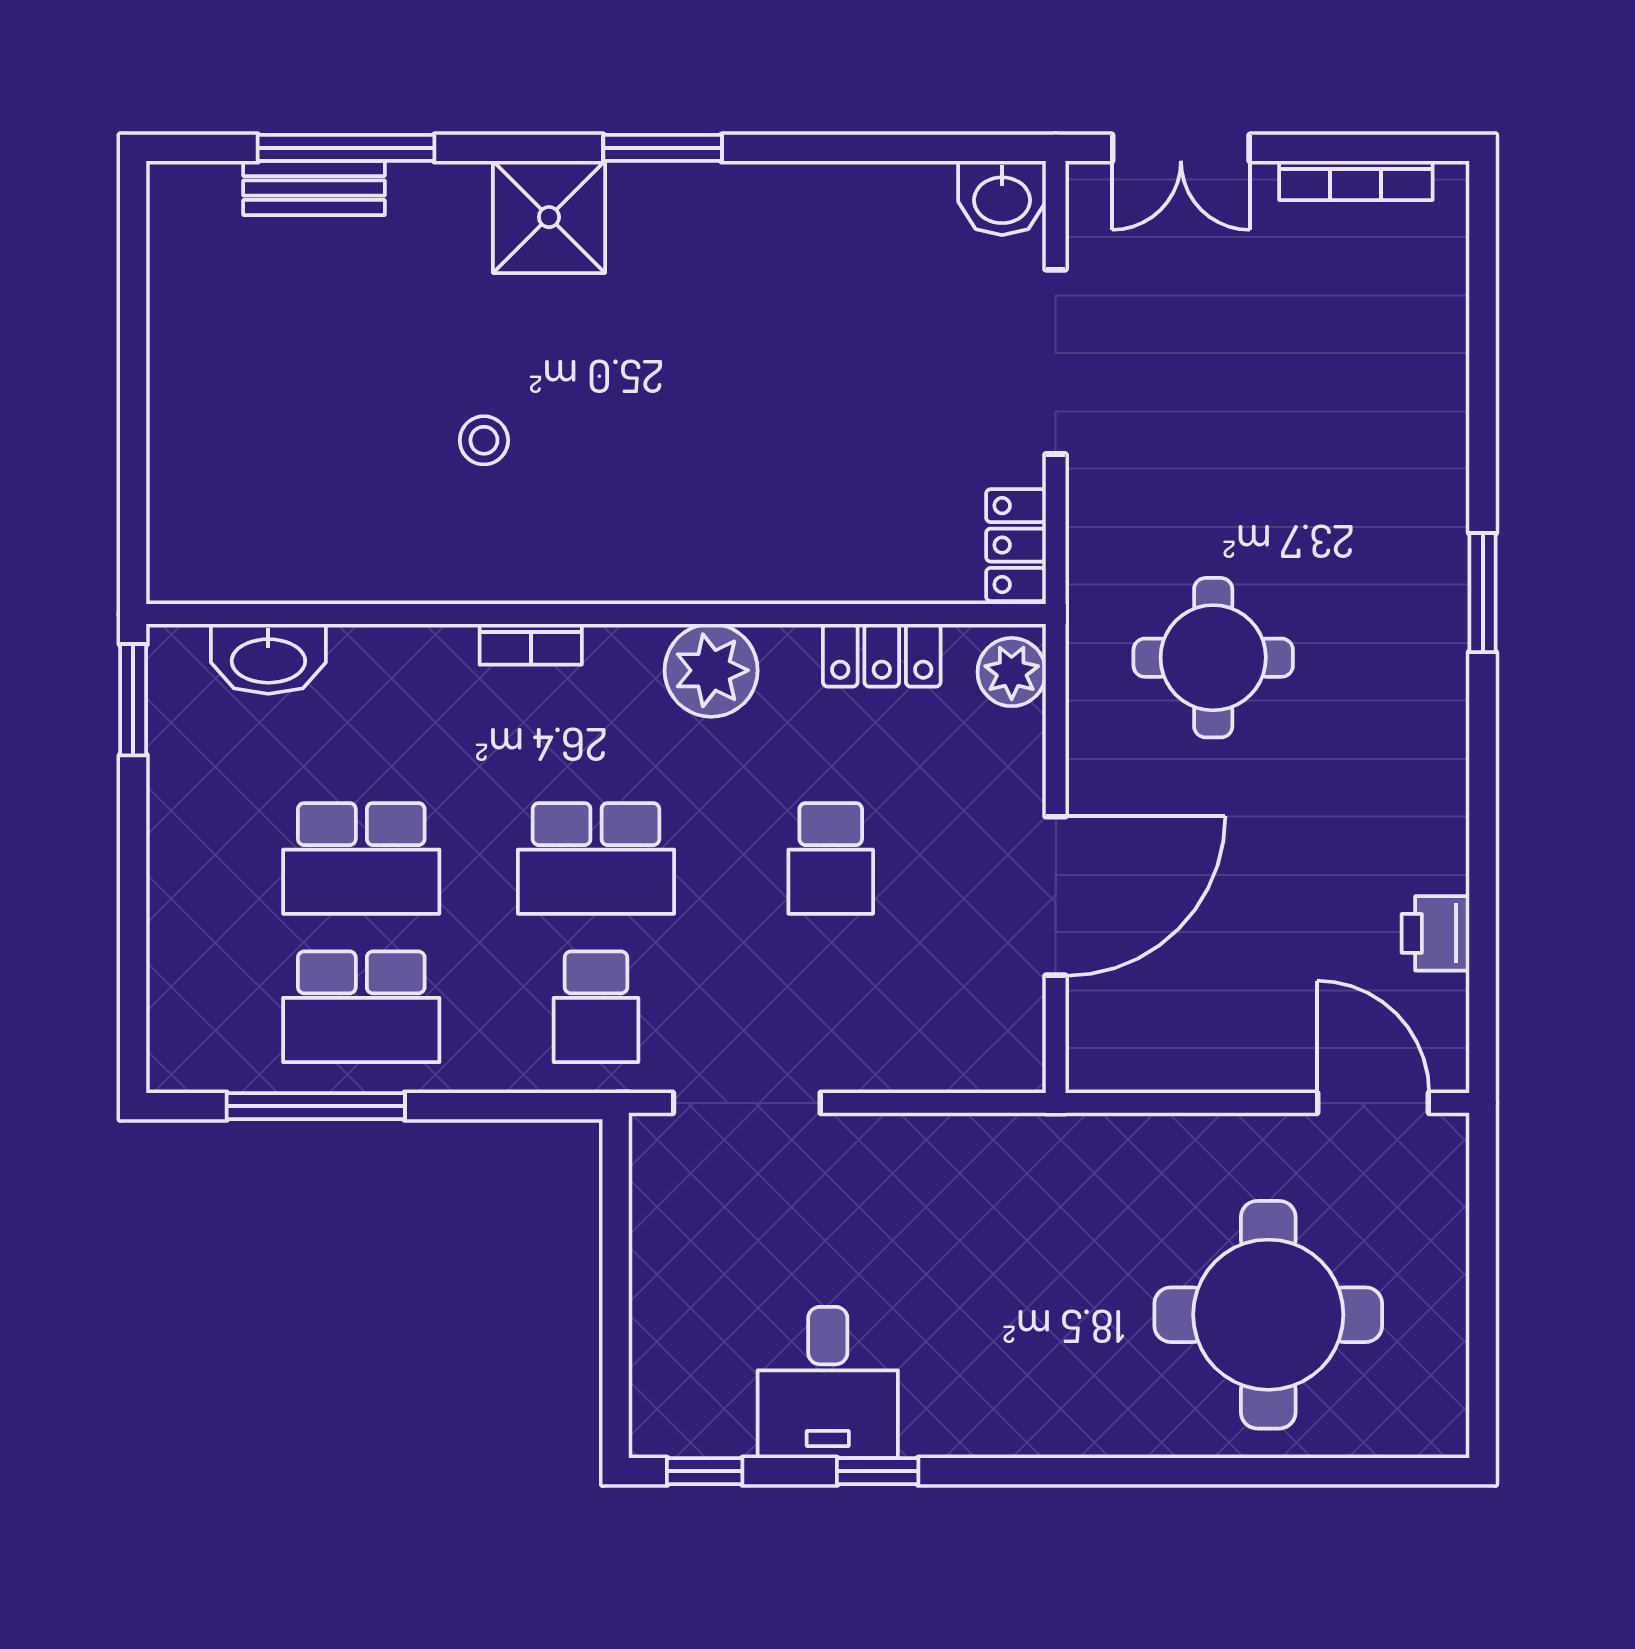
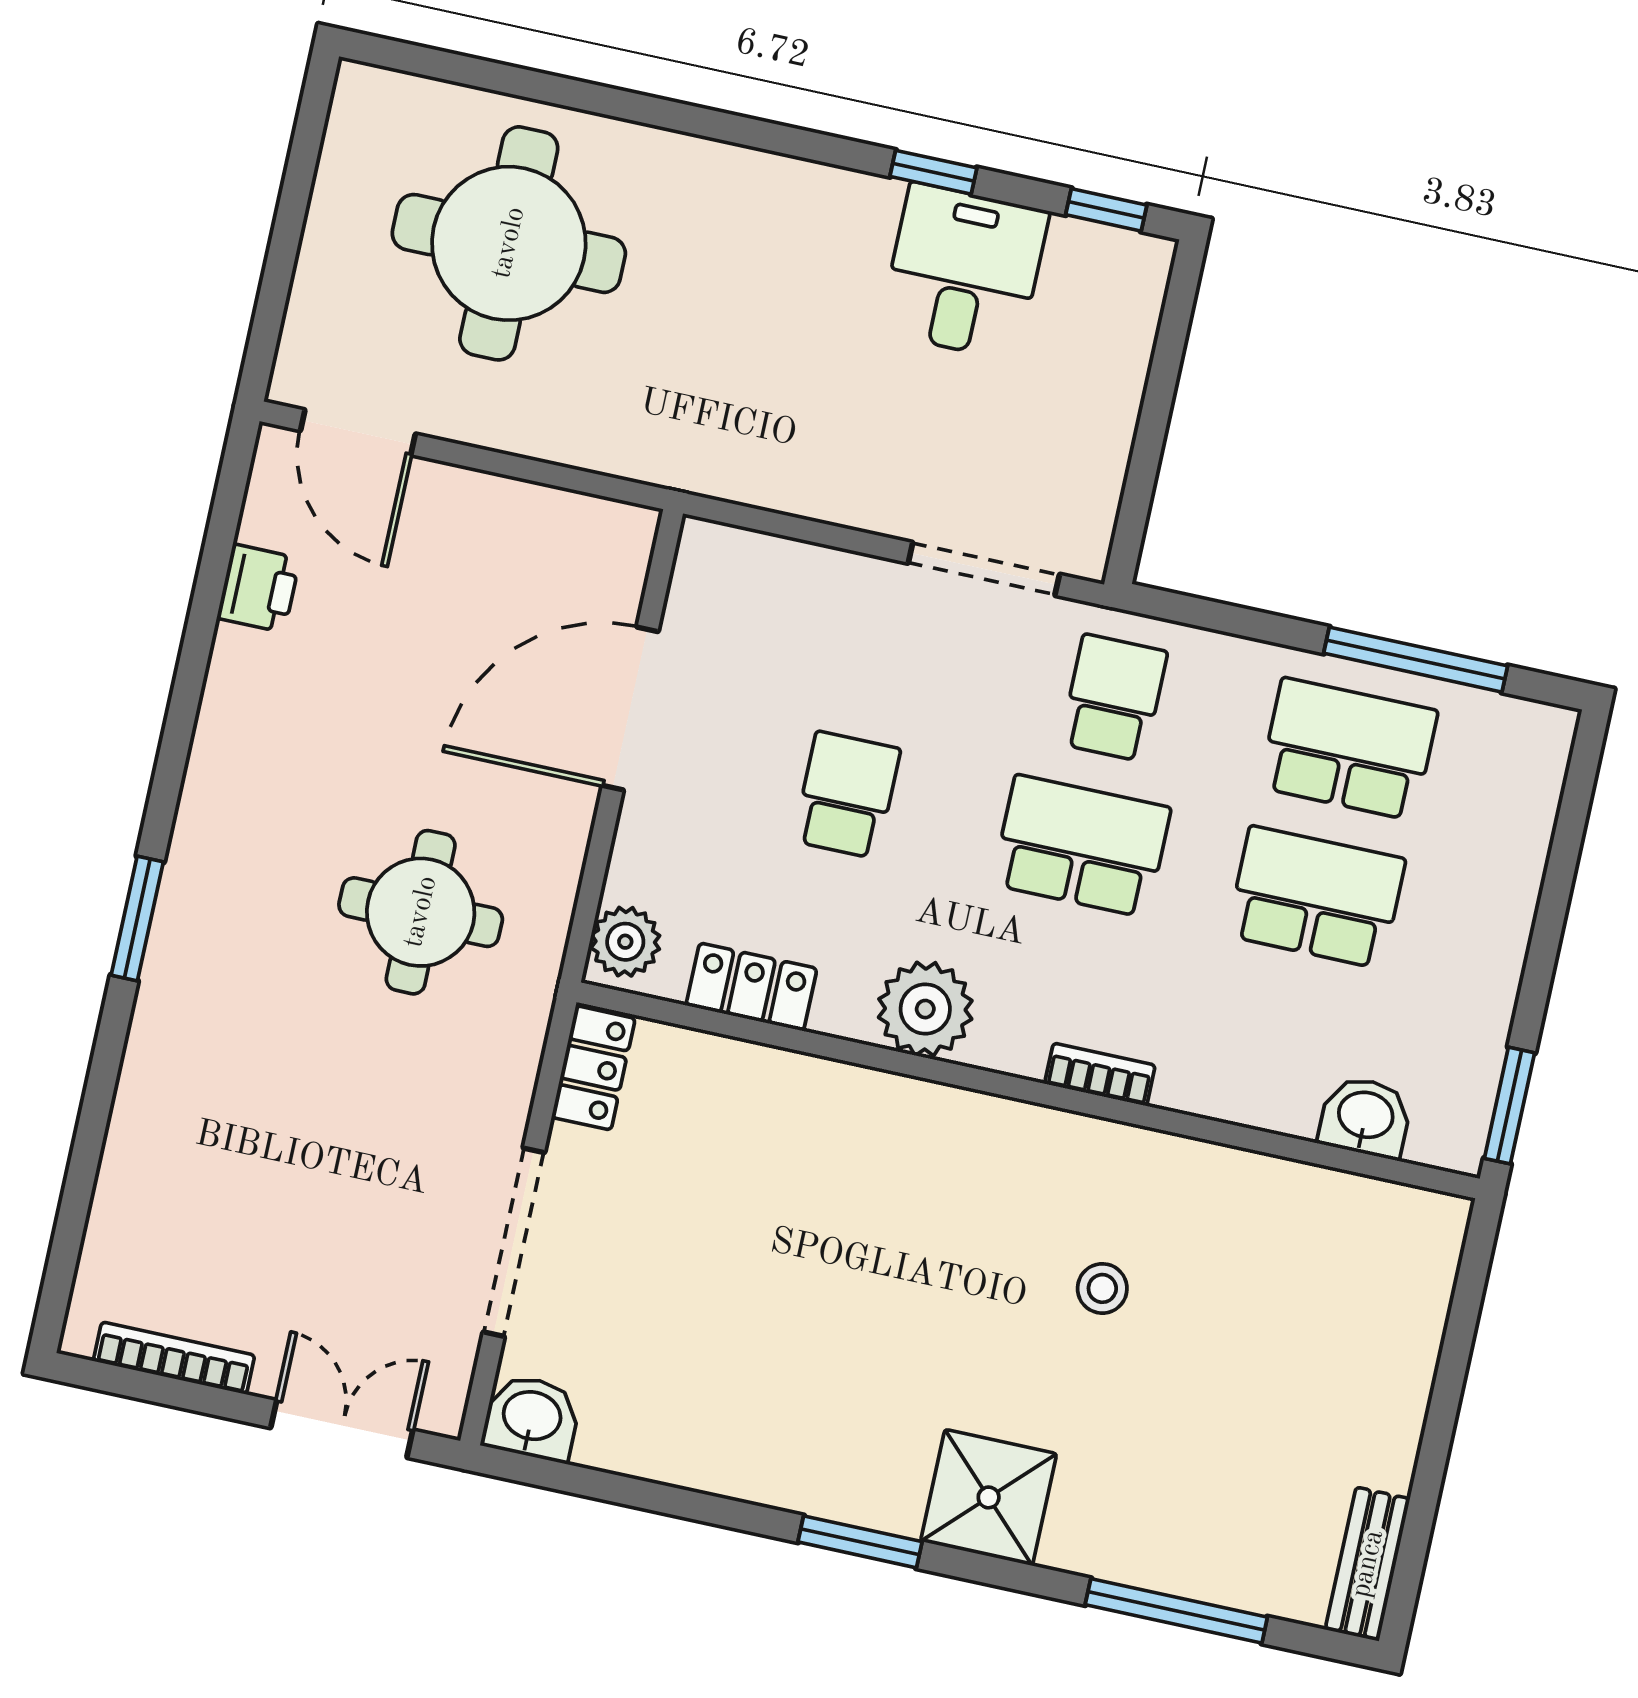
bench: (314, 188) -> (1368, 1564), moved, turned 90
washbasin: (268, 659) -> (1365, 1117), width x0.72

